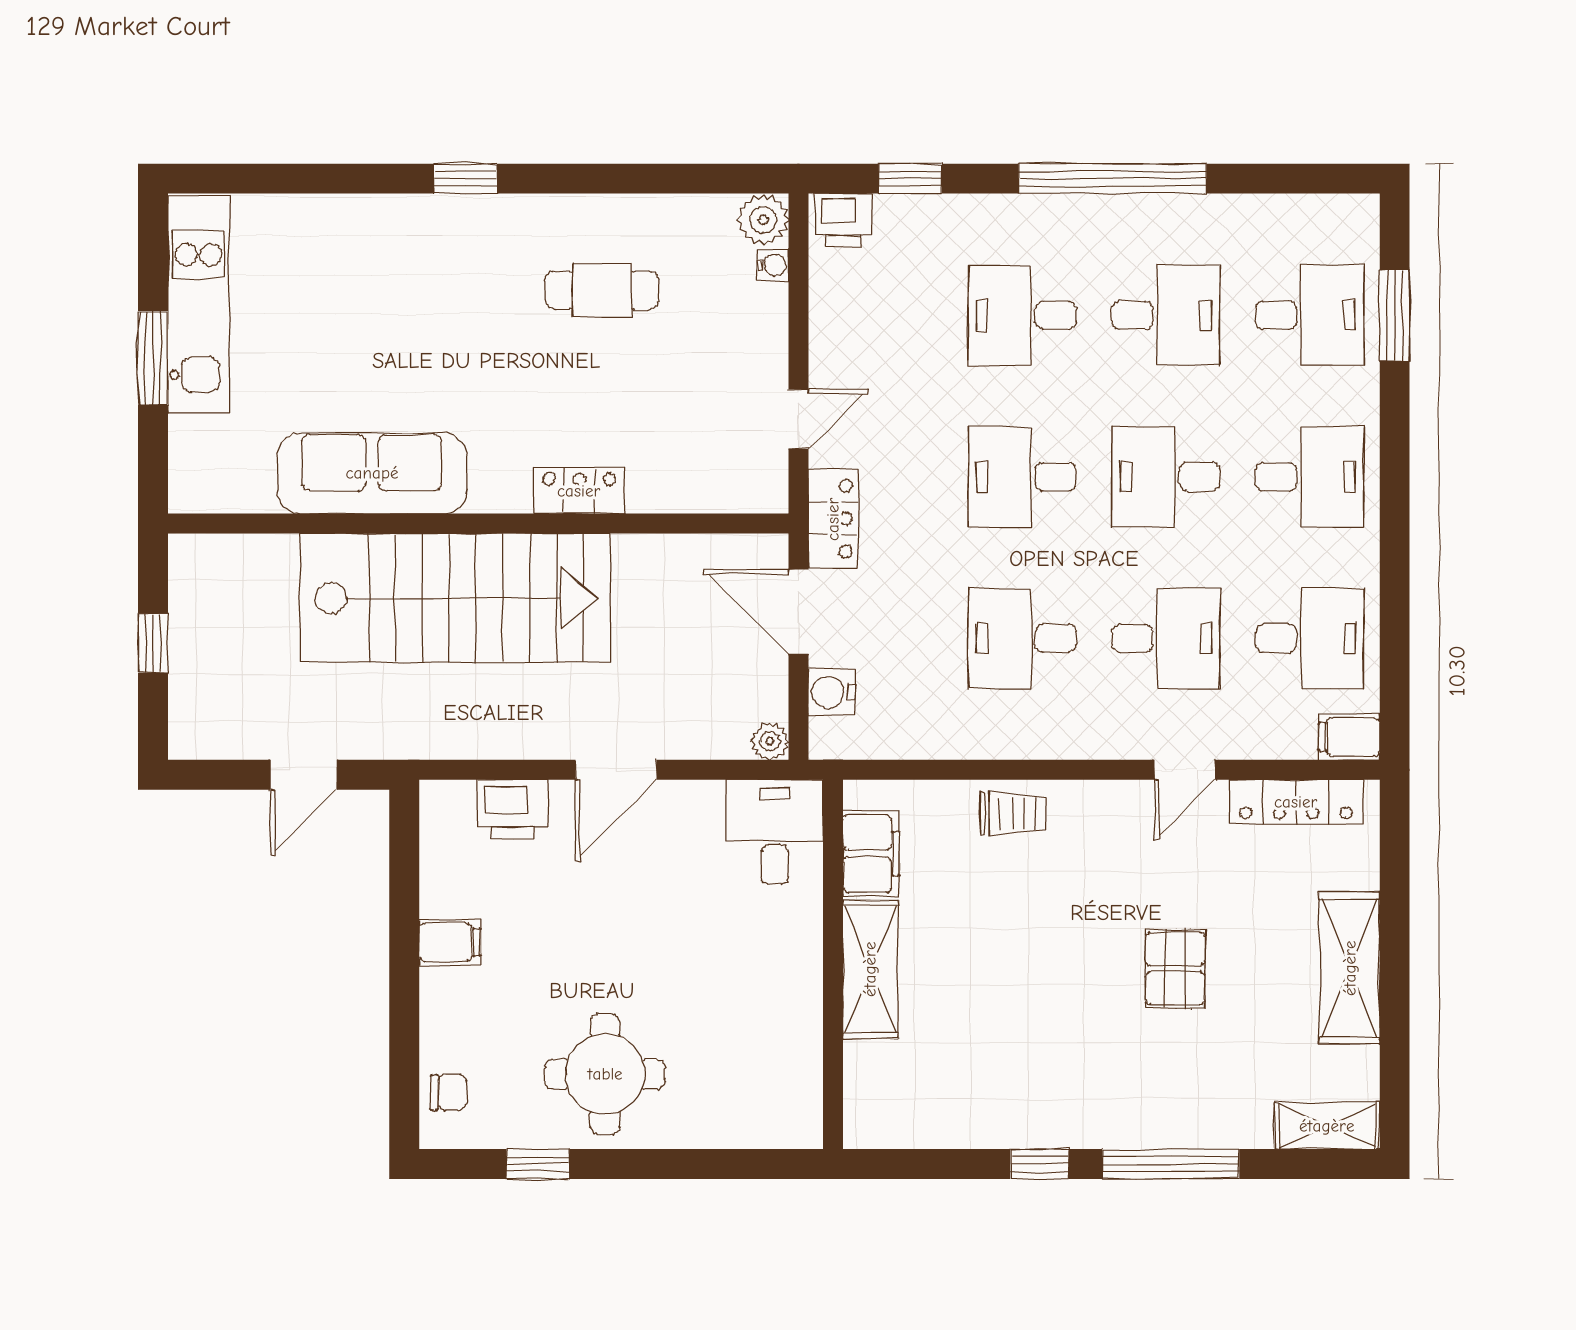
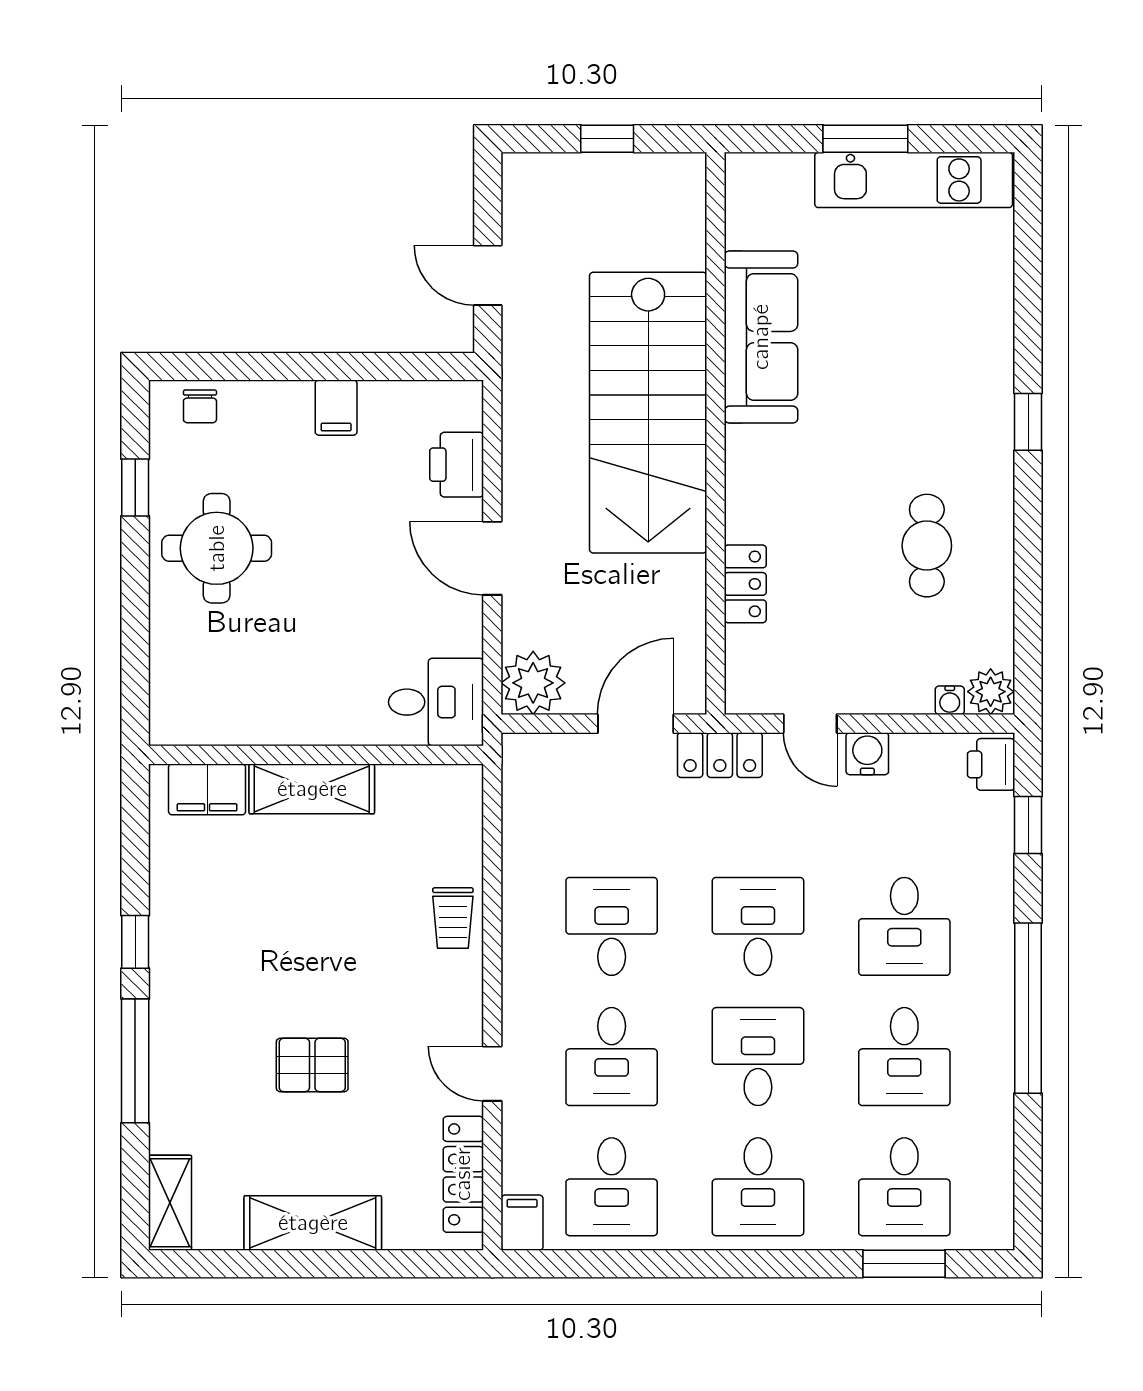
desk: (1022, 315) -> (904, 926), turned 180
locker: (579, 491) -> (745, 584), moved
water cooler: (832, 692) -> (867, 754), moved
plant: (770, 741) -> (533, 683), width x1.88, depth x1.88
filing cabinet: (871, 854) -> (207, 789), moved

